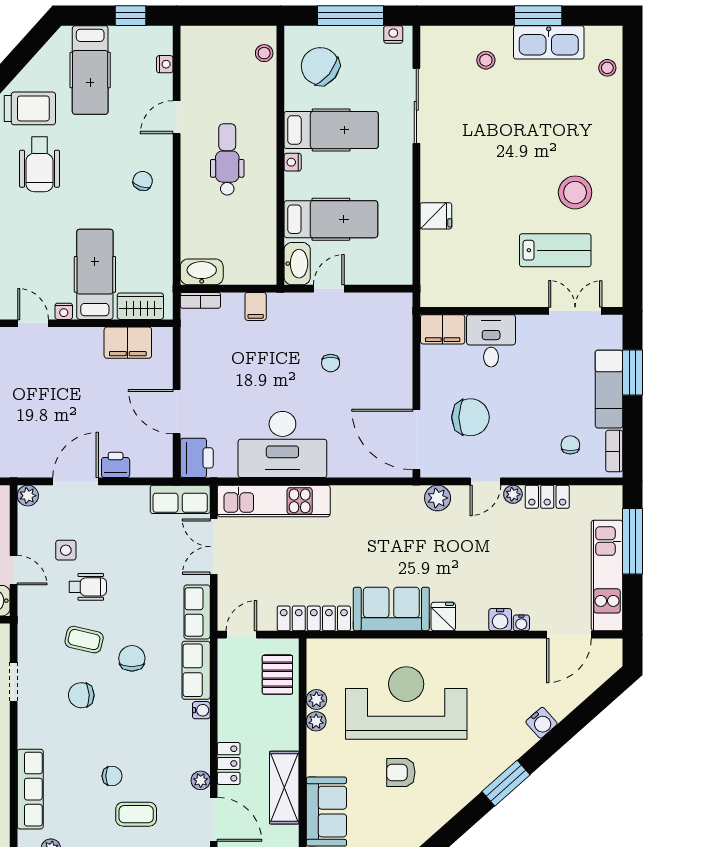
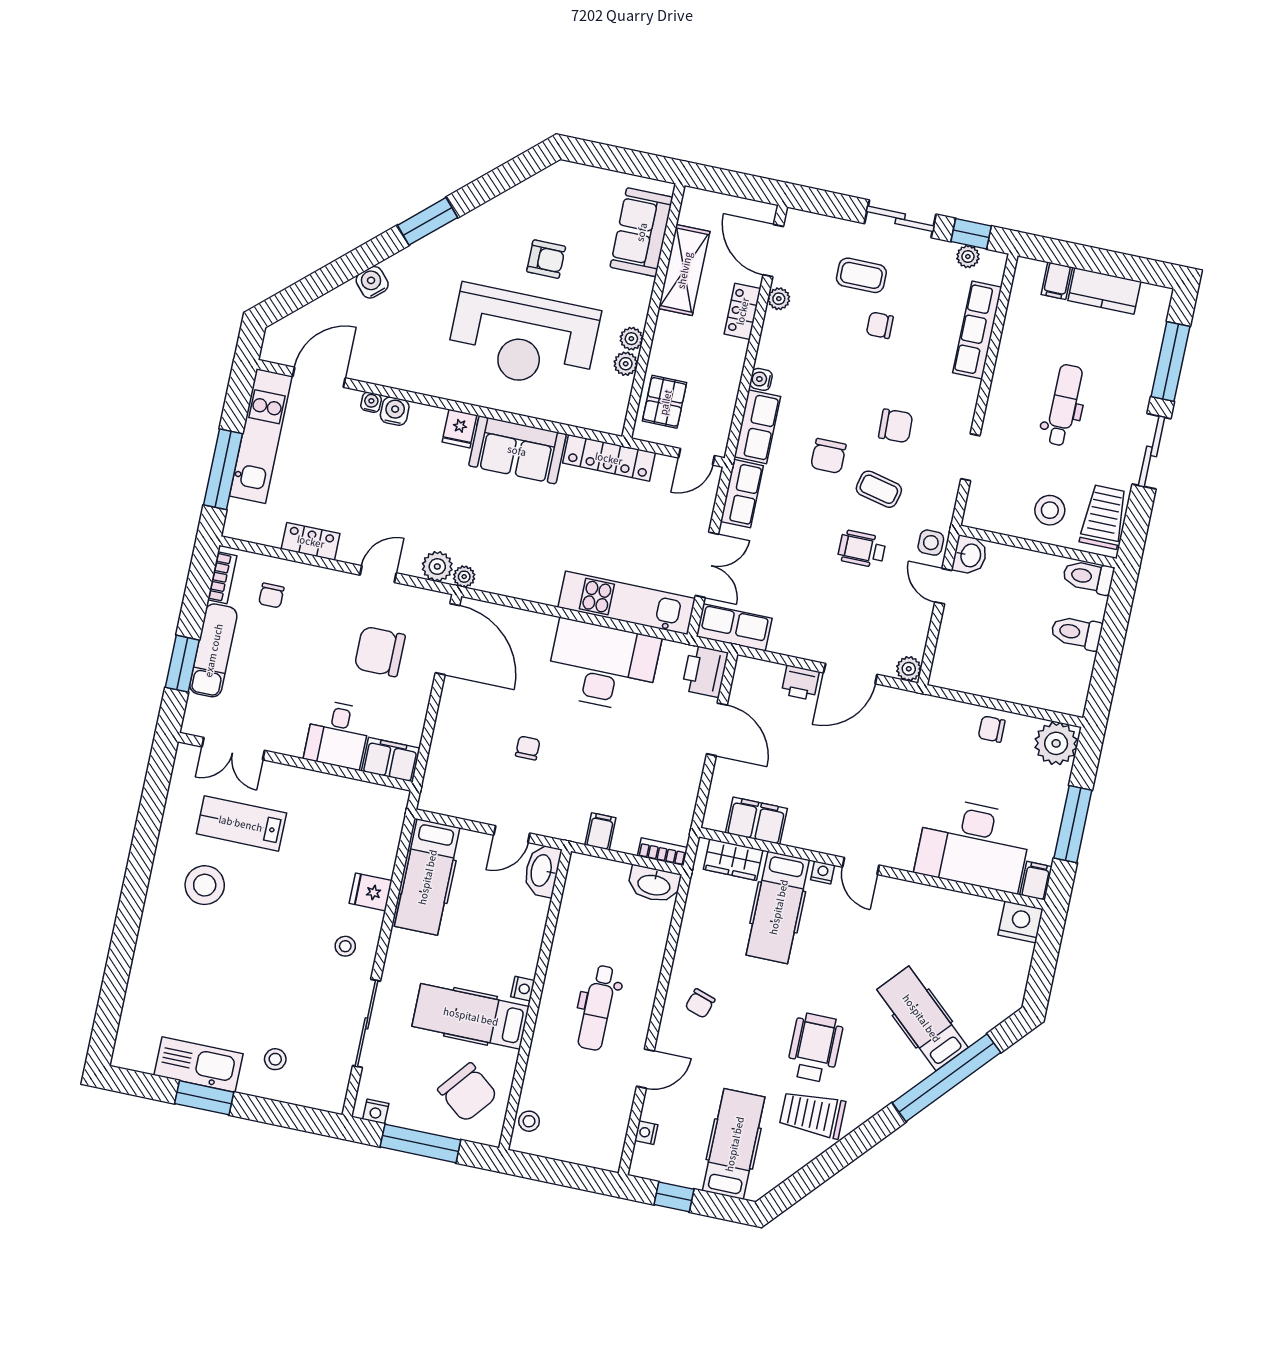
stool: (607, 68) -> (345, 946), moved
hospital bed: (331, 219) -> (427, 877), moved, turned -90
plant: (513, 494) -> (464, 577), moved
side table: (66, 550) -> (931, 543), moved

